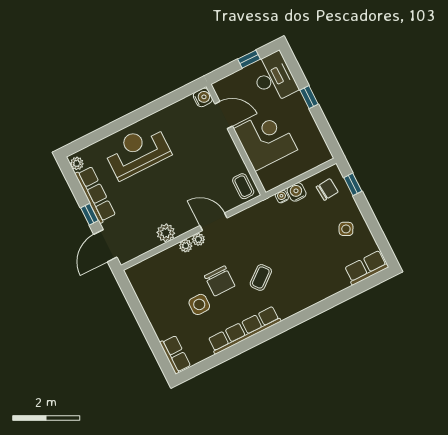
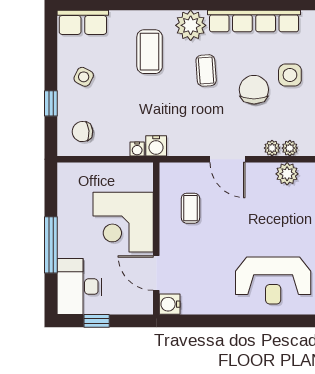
window: (309, 97) -> (51, 245), width x2.17
window: (353, 184) -> (51, 103), moved
coffee table: (243, 186) -> (190, 208), moved
water cooler: (297, 192) -> (156, 146), moved
plant: (198, 239) -> (290, 148), moved
coffee table: (308, 271) -> (150, 52), added
coffee table: (261, 277) -> (206, 70), turned -55
plant: (288, 304) -> (191, 25), added

